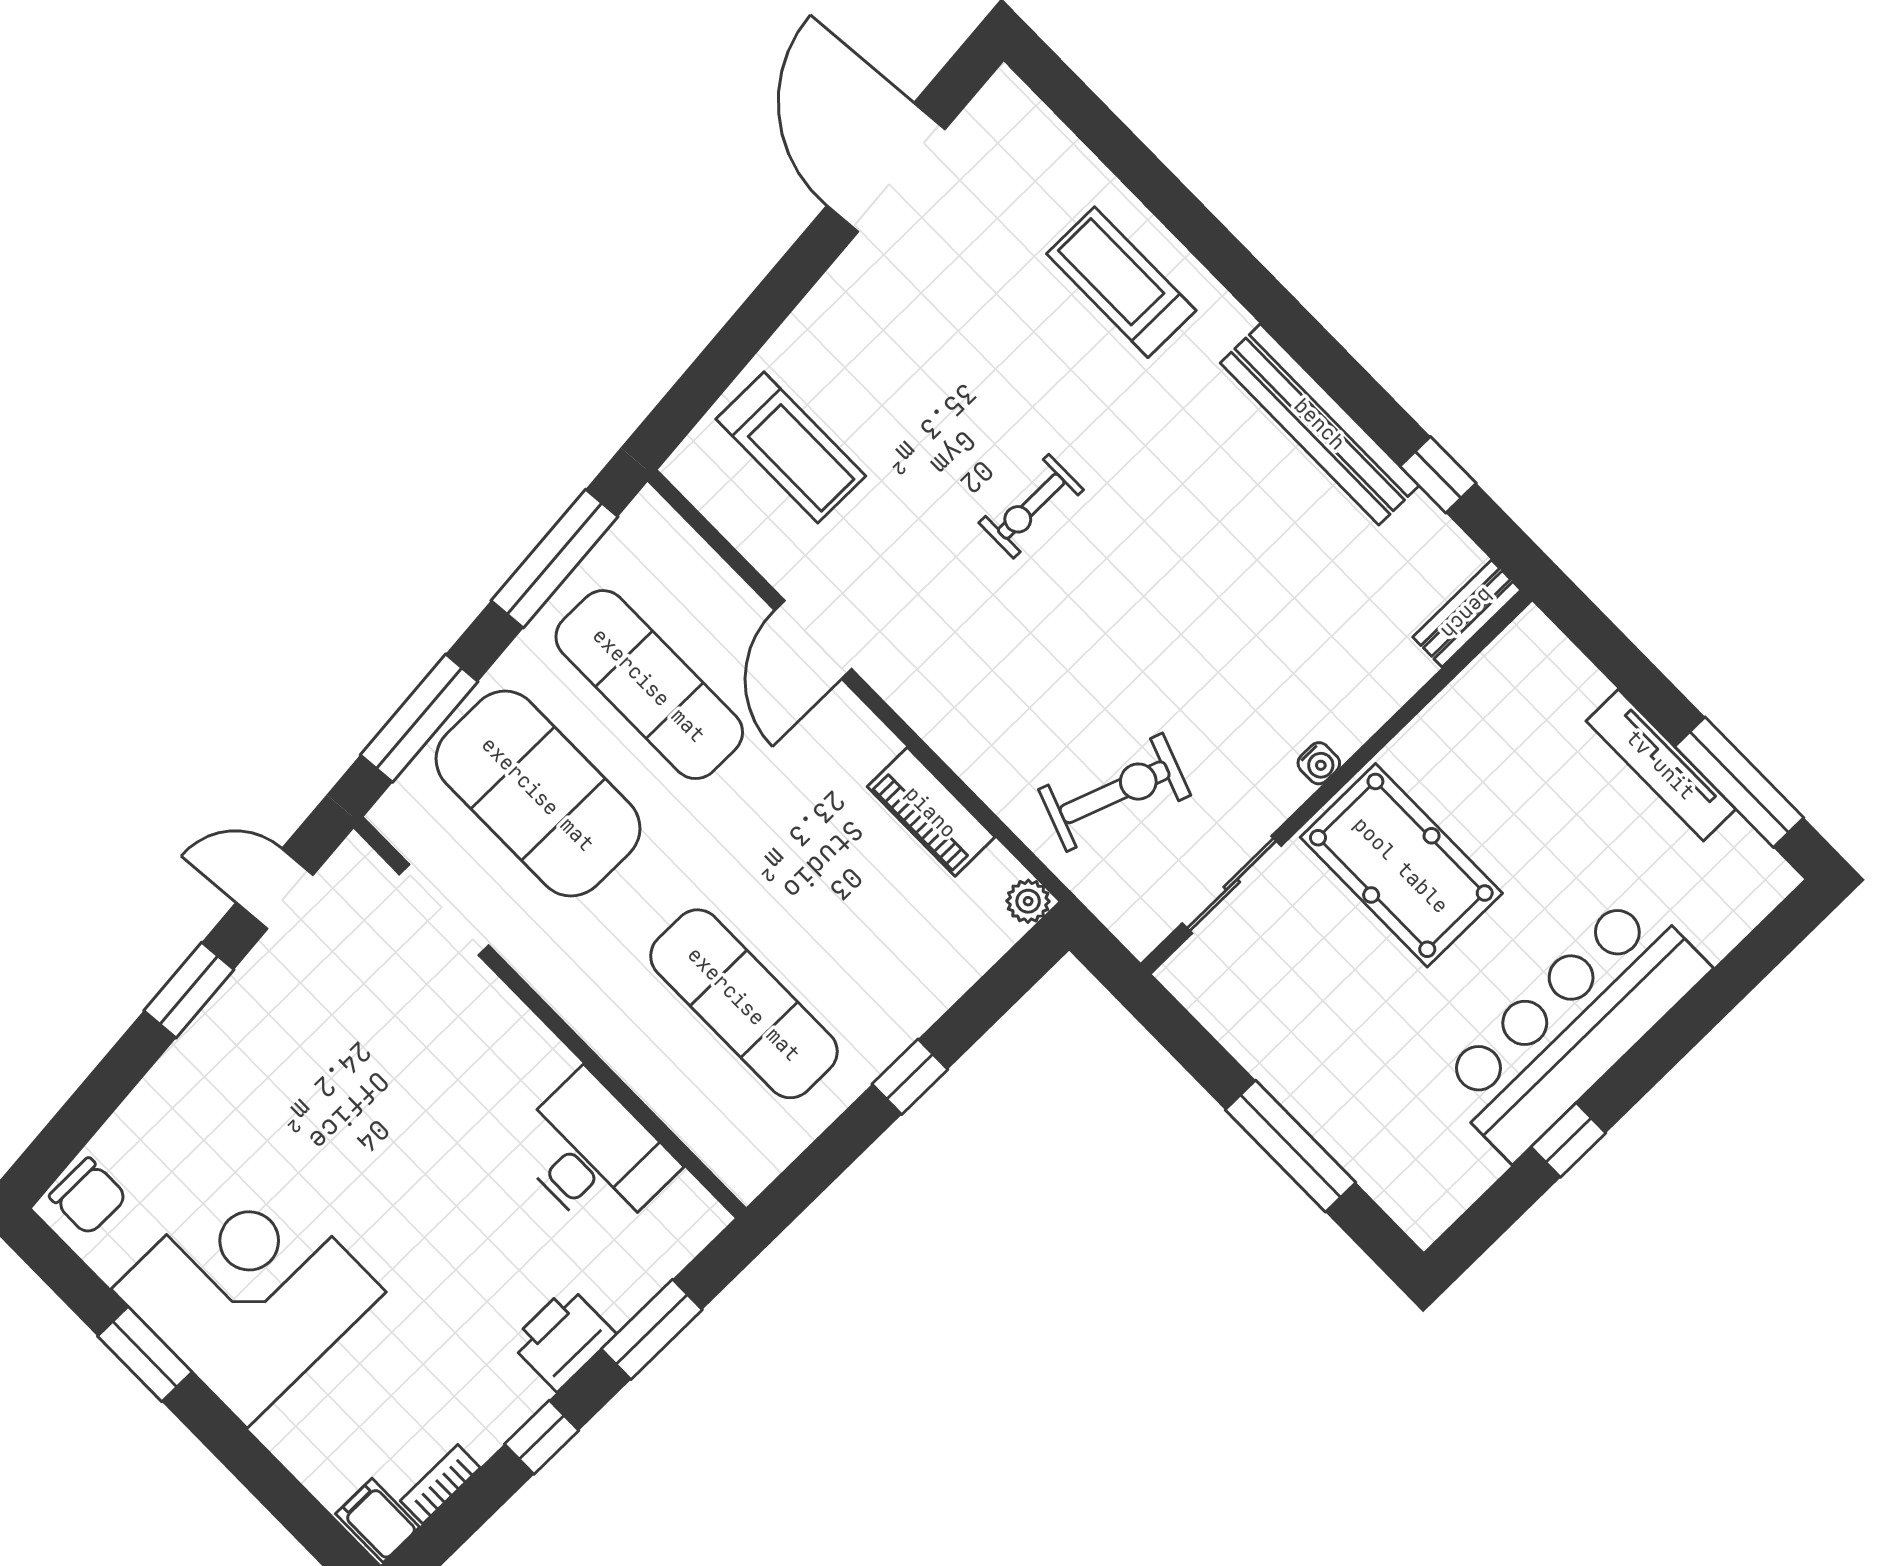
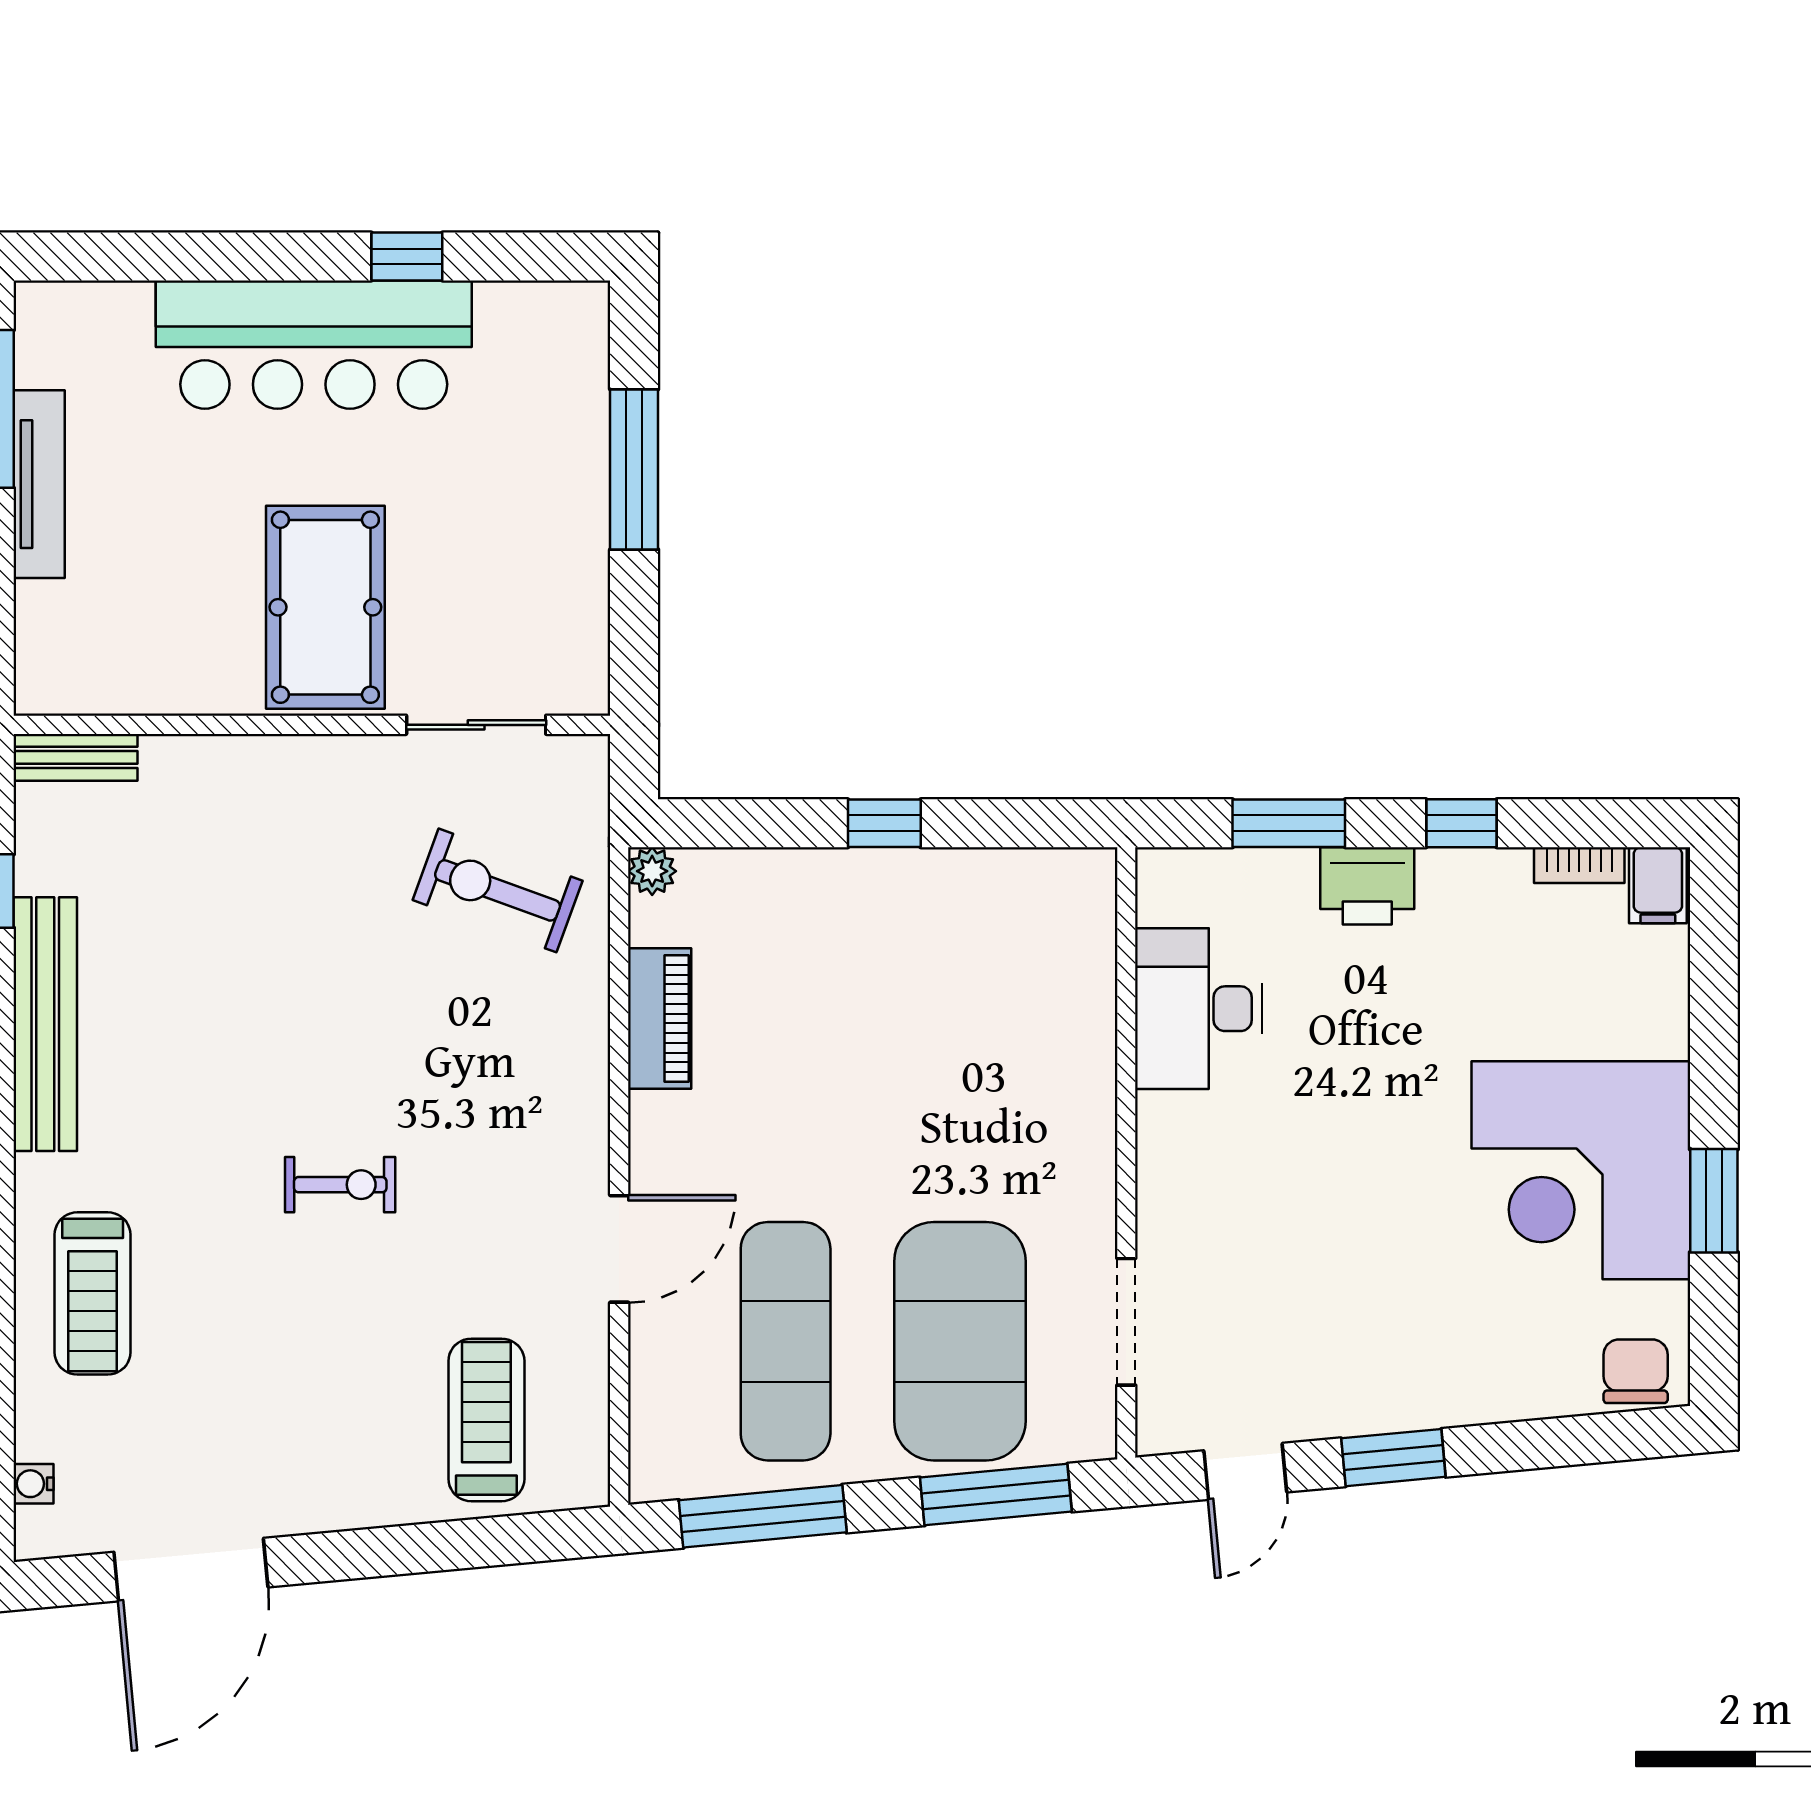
water cooler: (1319, 763) -> (34, 1484), moved, turned -90
door: (275, 889) -> (1245, 1471), hinge flipped
exercise mat: (744, 1004) -> (960, 1012), removed

